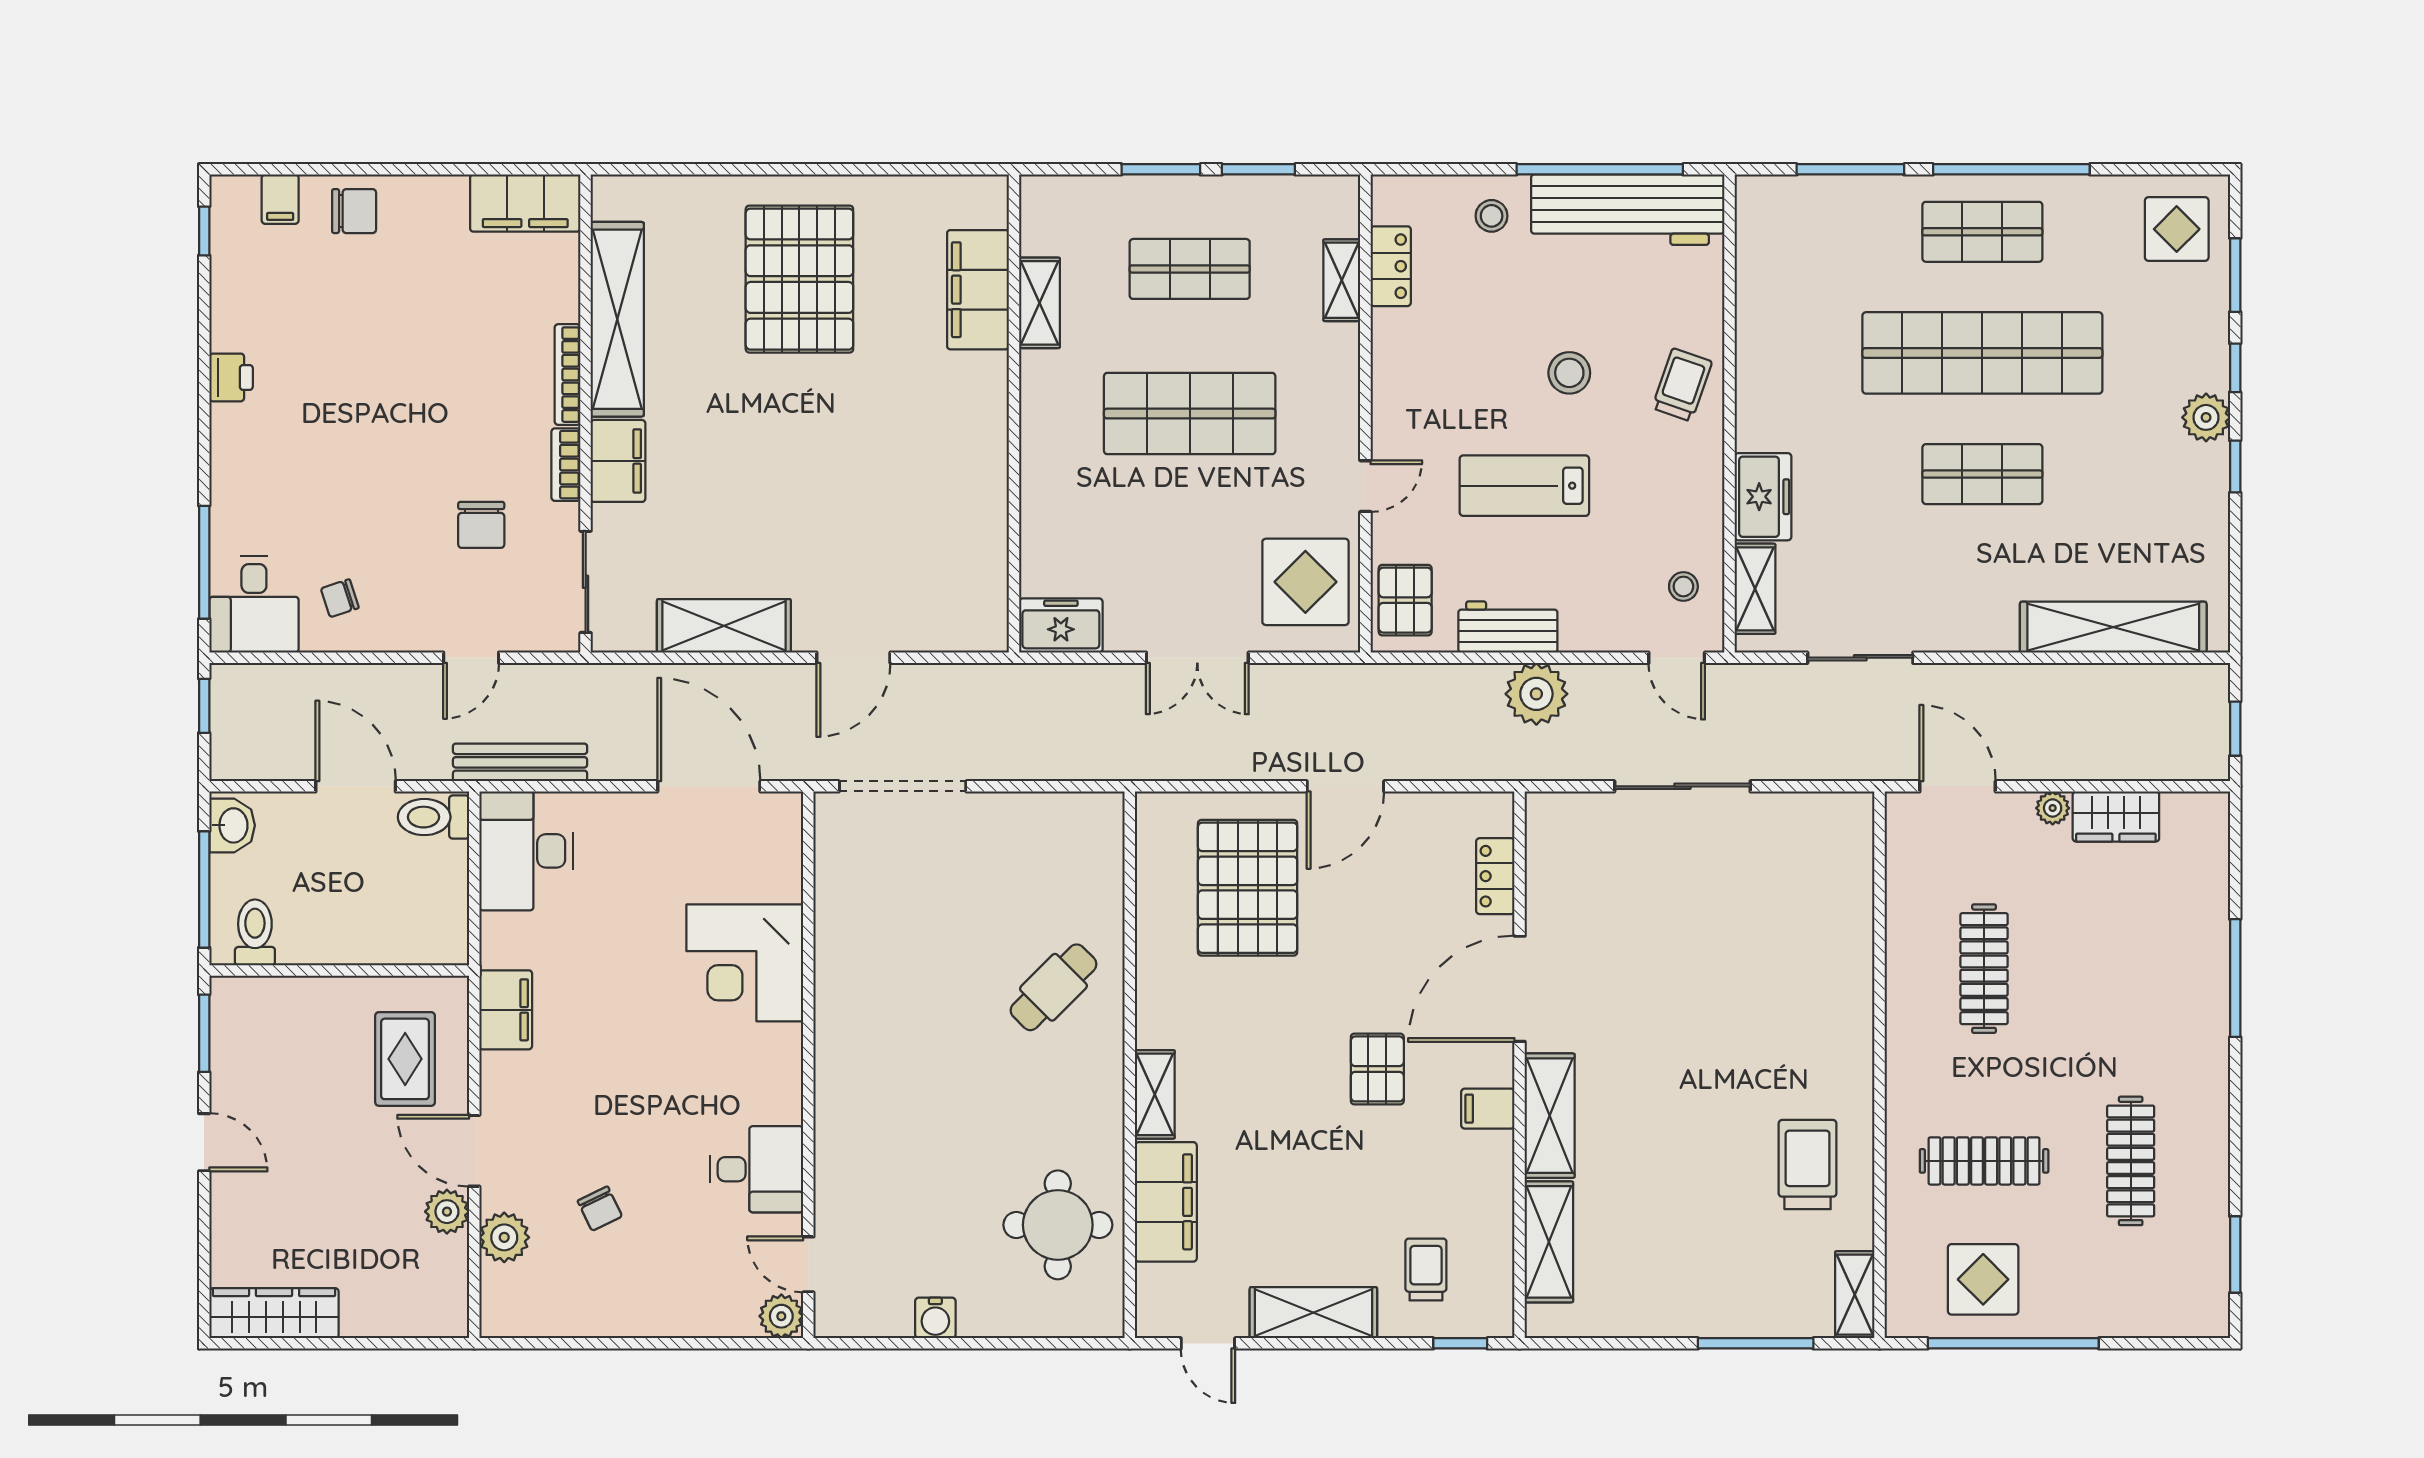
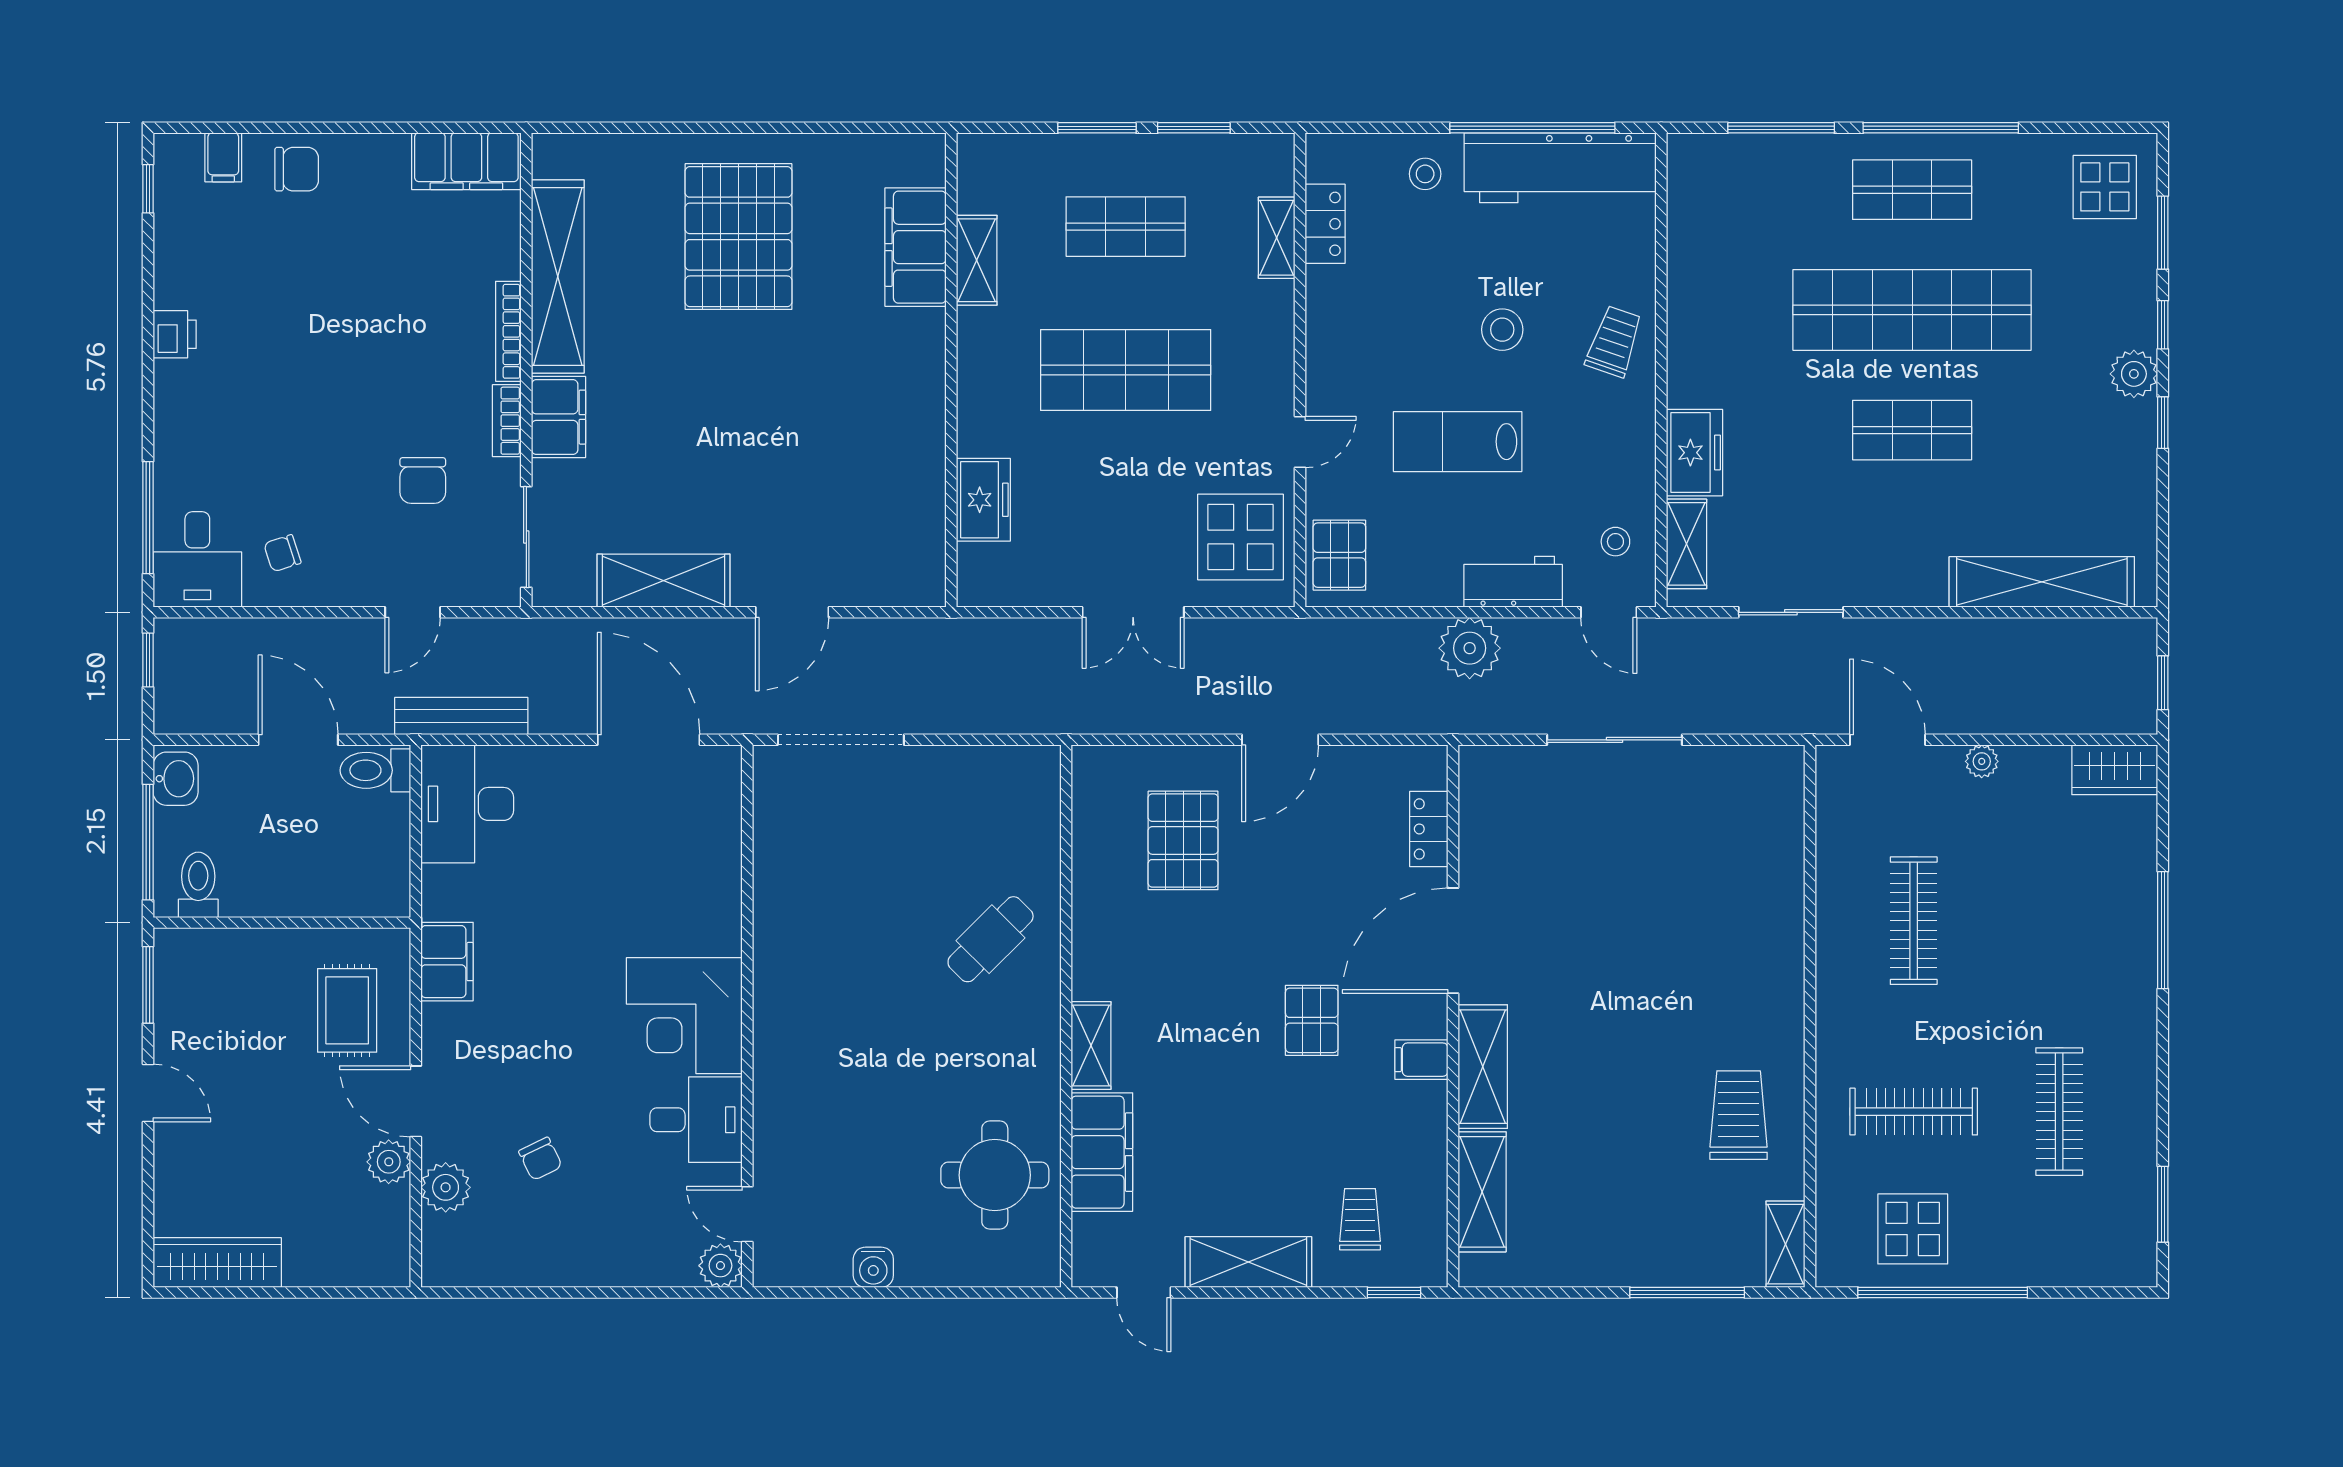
freezer: (1061, 625) -> (983, 500), moved, turned 90
workbench: (1508, 627) -> (1513, 582), moved
wardrobe: (2116, 817) -> (2115, 770), moved
pallet: (1248, 888) -> (1183, 840), width x0.73, depth x0.71
corner desk: (745, 963) -> (684, 1016), moved

